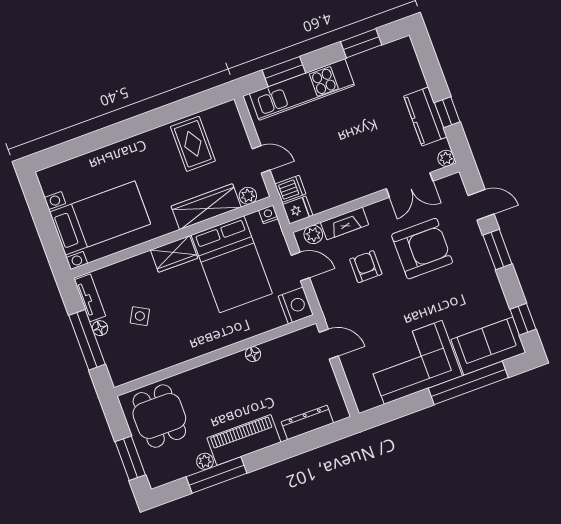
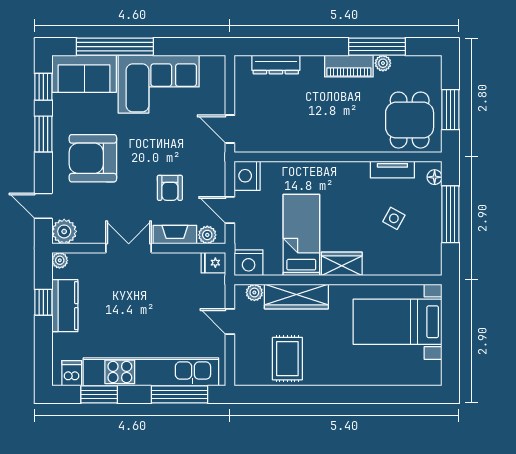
window: (284, 72) -> (179, 394), width x1.44
kitchen unit: (302, 89) -> (151, 372), width x1.36
double door: (410, 185) -> (129, 248), moved
plant: (452, 188) -> (64, 231), added
dishwasher: (290, 189) -> (72, 373), moved, turned 90
nightstand: (268, 214) -> (249, 263), width x1.89, depth x1.79
armchair: (422, 249) -> (93, 158), moved
window: (497, 249) -> (43, 134), moved
bed: (232, 264) -> (301, 235), width x0.67
tv unit: (90, 298) -> (392, 170), moved, turned -90
floor lamp: (100, 328) -> (435, 177), moved
floor lamp: (253, 354) -> (303, 145), removed
piano: (244, 440) -> (349, 66), width x0.73, depth x0.75
window: (130, 458) -> (450, 110), moved

